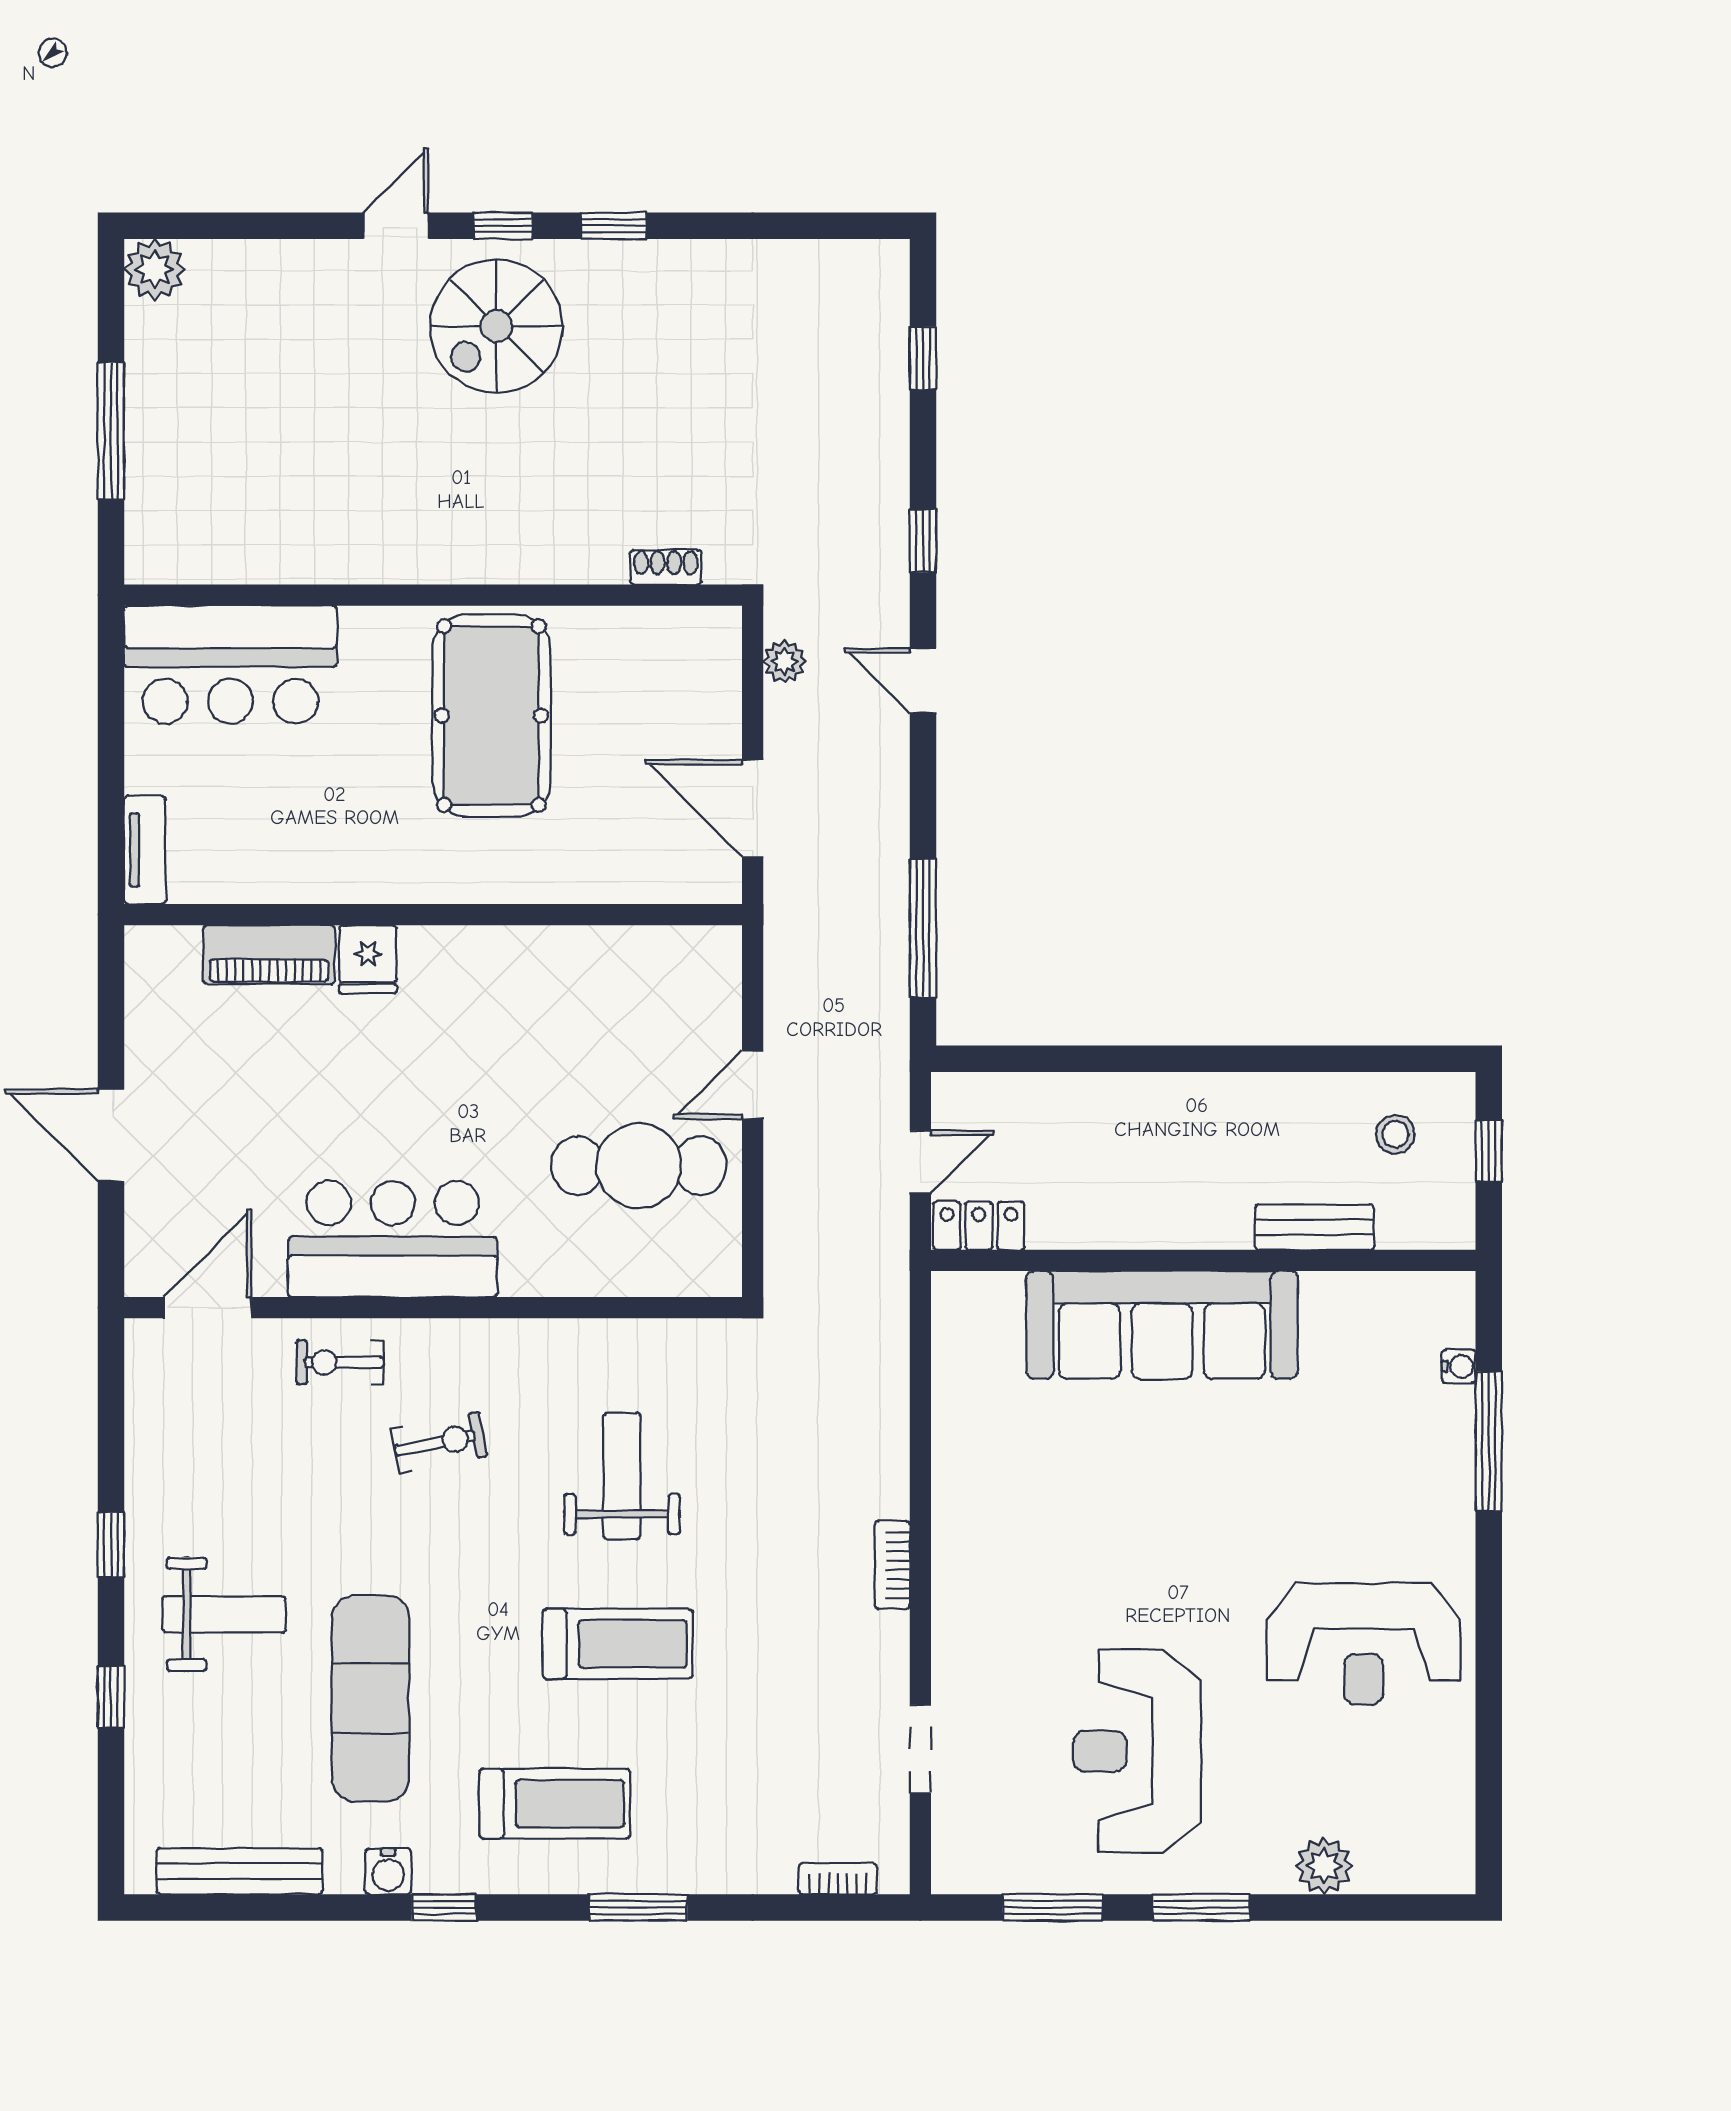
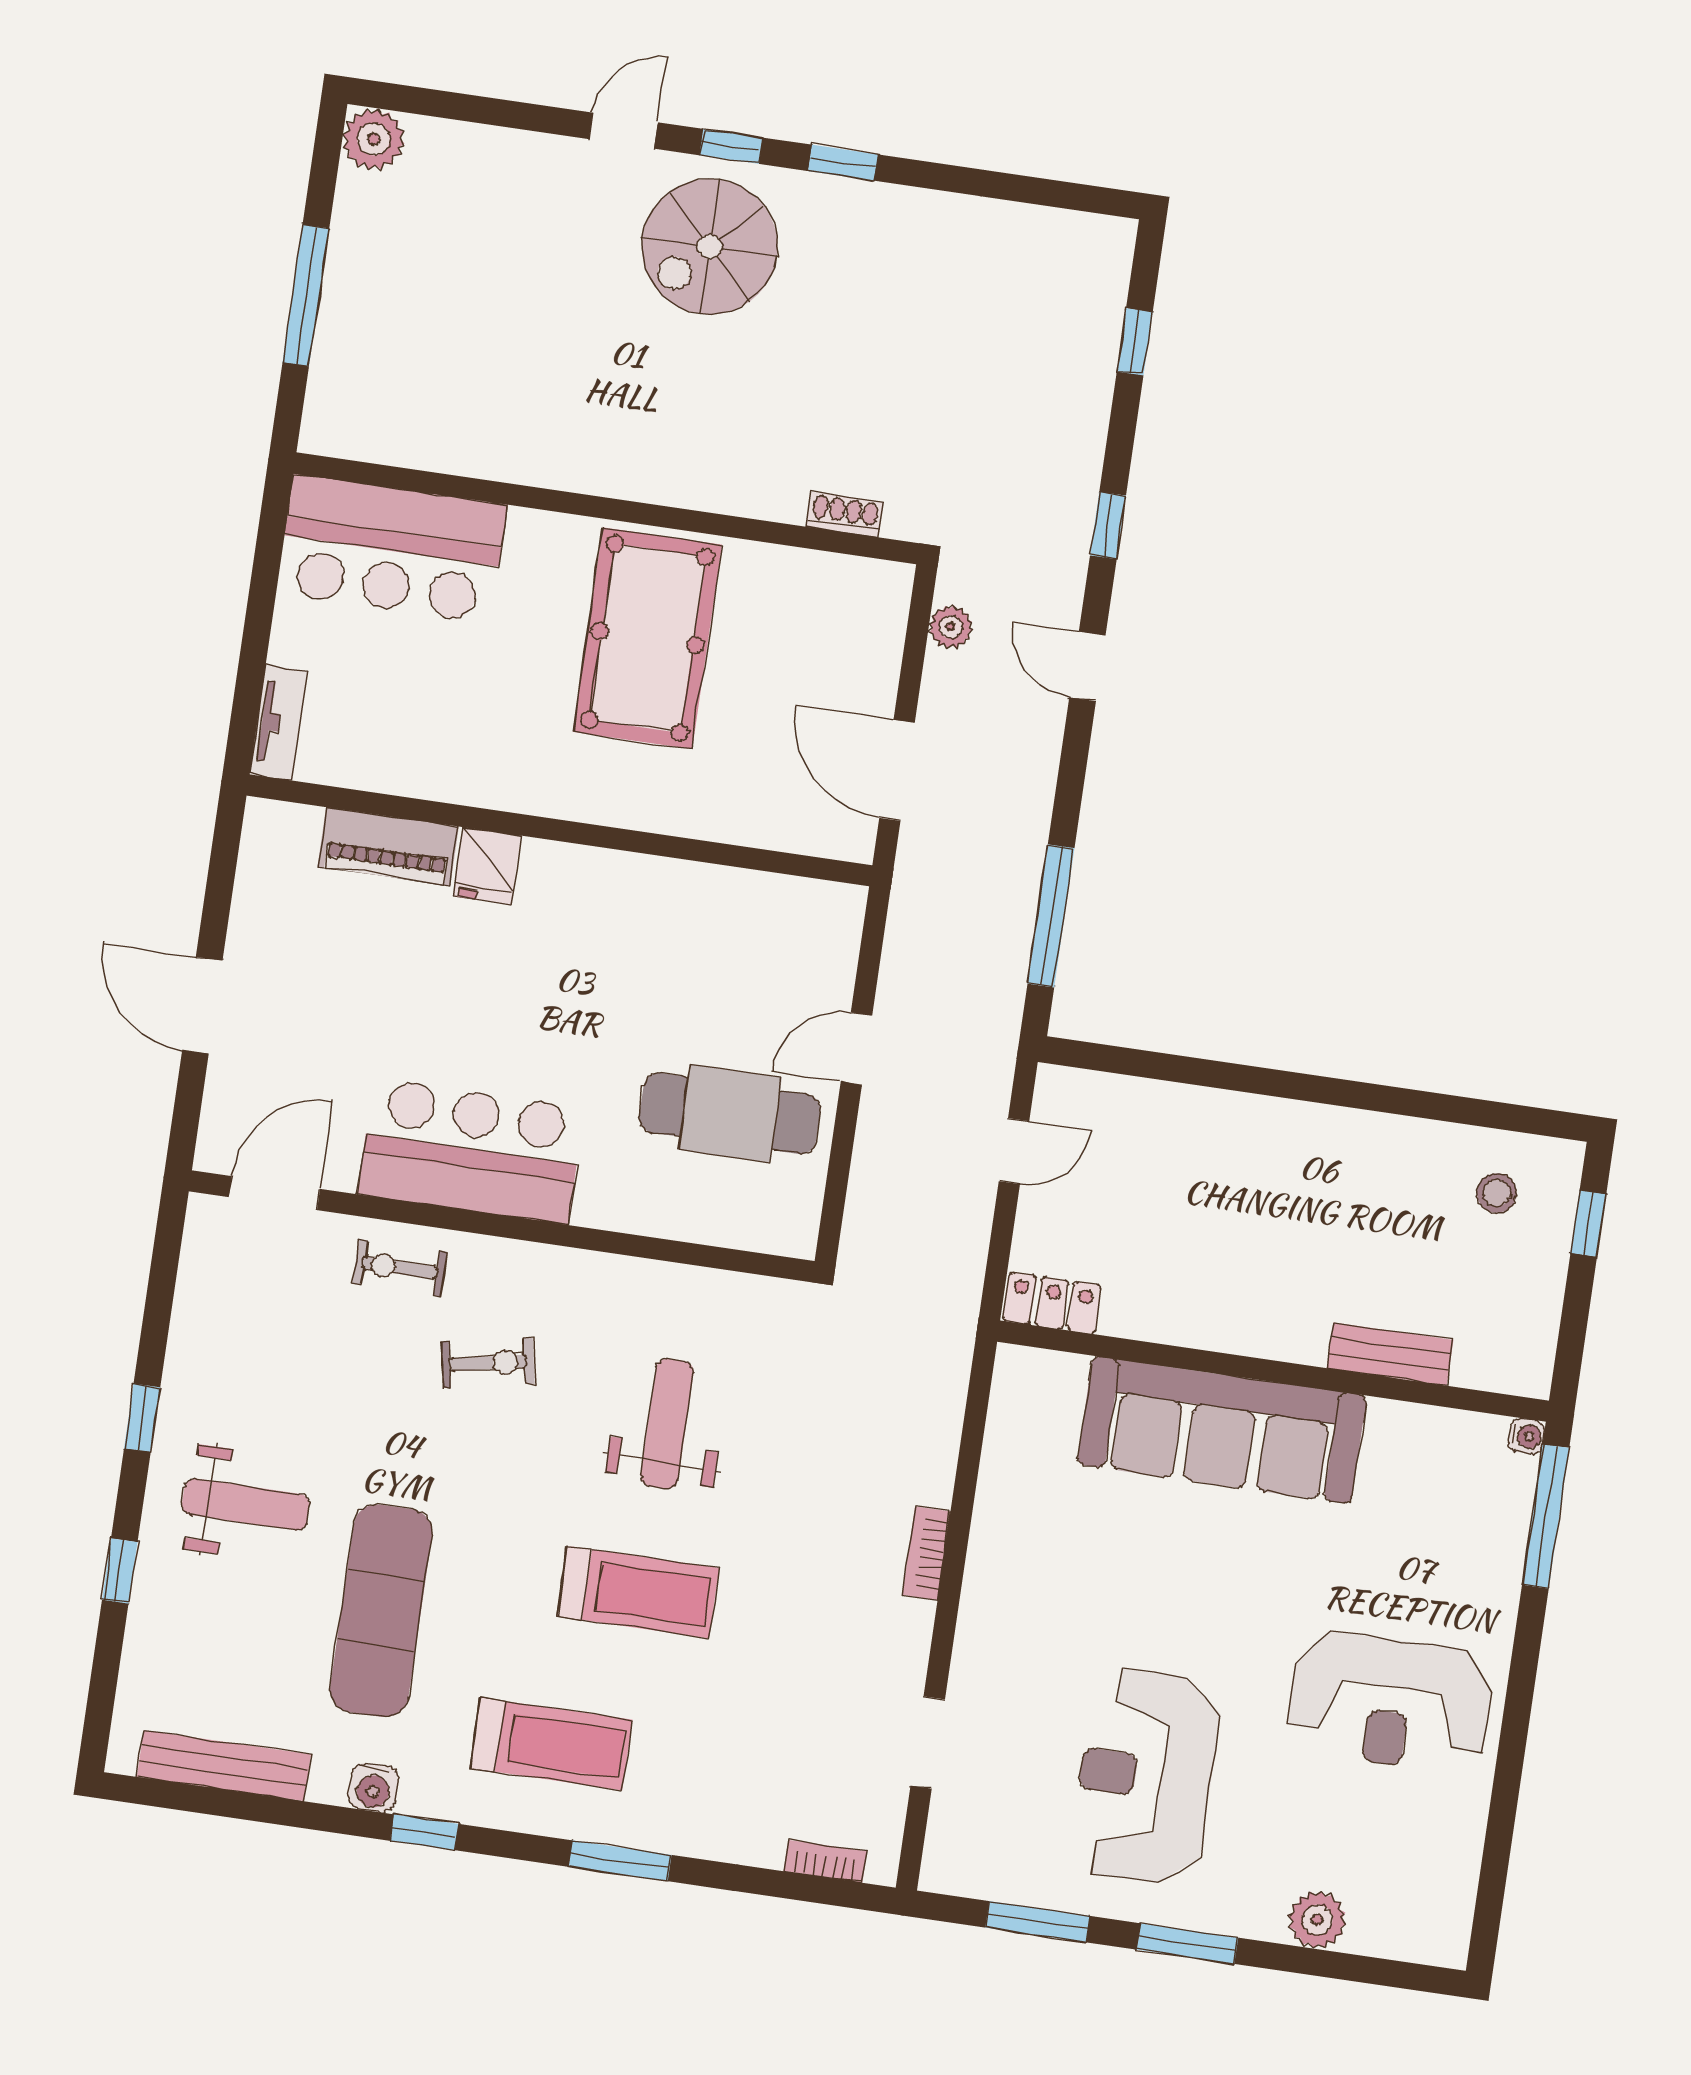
locker: (979, 1226) -> (1052, 1303), moved
bench: (1315, 1227) -> (1390, 1354), moved
wall: (1203, 1260) -> (1273, 1371), moved
sofa: (1162, 1325) -> (1222, 1430), moved

